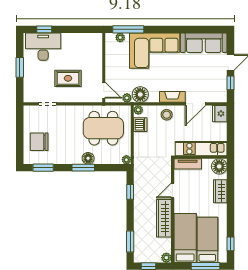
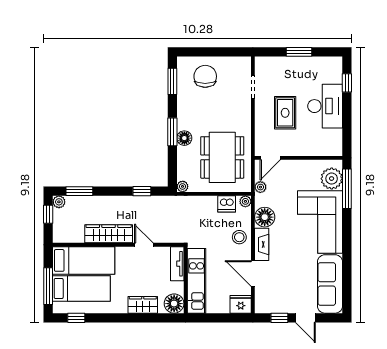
plant: (120, 37) -> (332, 179), width x1.87, depth x1.87
desk: (43, 47) -> (325, 106), moved
floor lamp: (140, 95) -> (265, 217), moved
plant: (166, 258) -> (59, 202), moved

